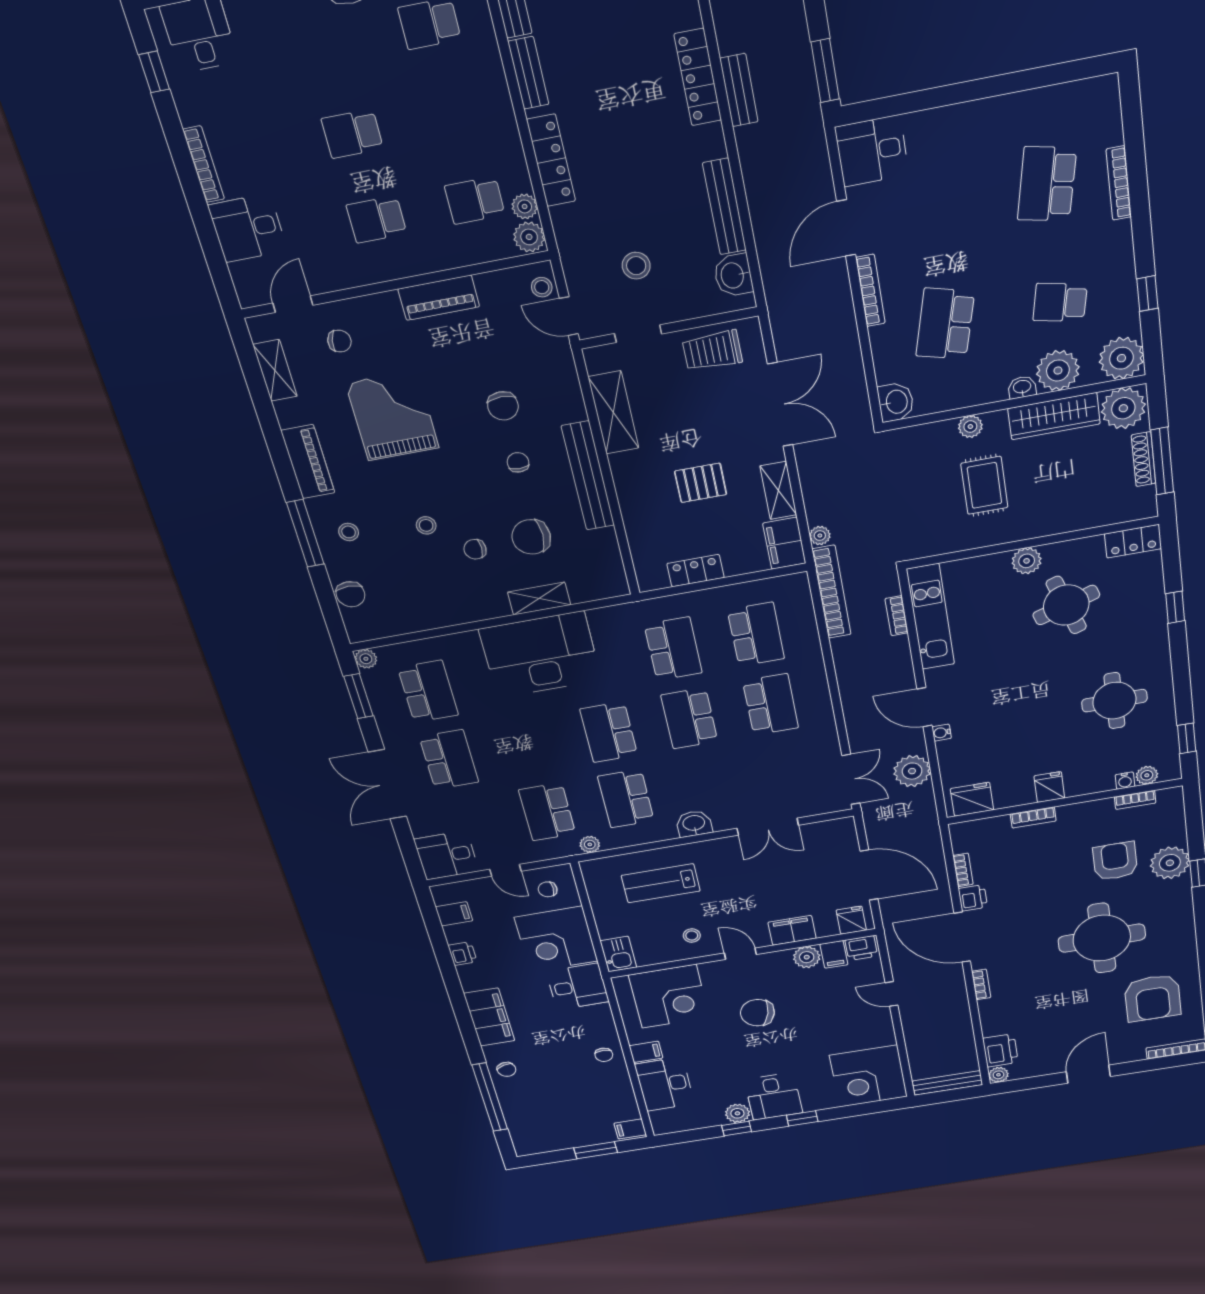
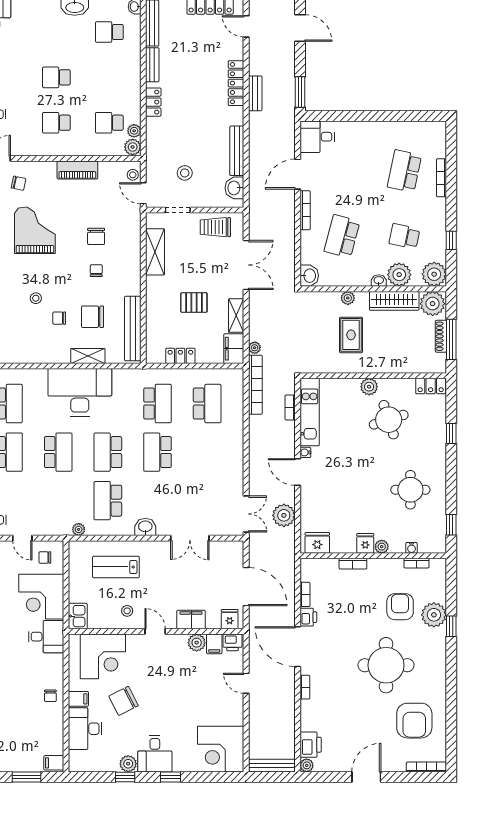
locker: (551, 160) -> (153, 102), width x0.66
bench: (588, 476) -> (133, 328), moved
school desk: (771, 704) -> (207, 452), removed
water cooler: (942, 733) -> (305, 452), moved
plant: (1147, 775) -> (382, 547), moved
school desk: (547, 812) -> (58, 452), moved, turned 180
chair: (757, 1013) -> (124, 701), moved, turned -42

